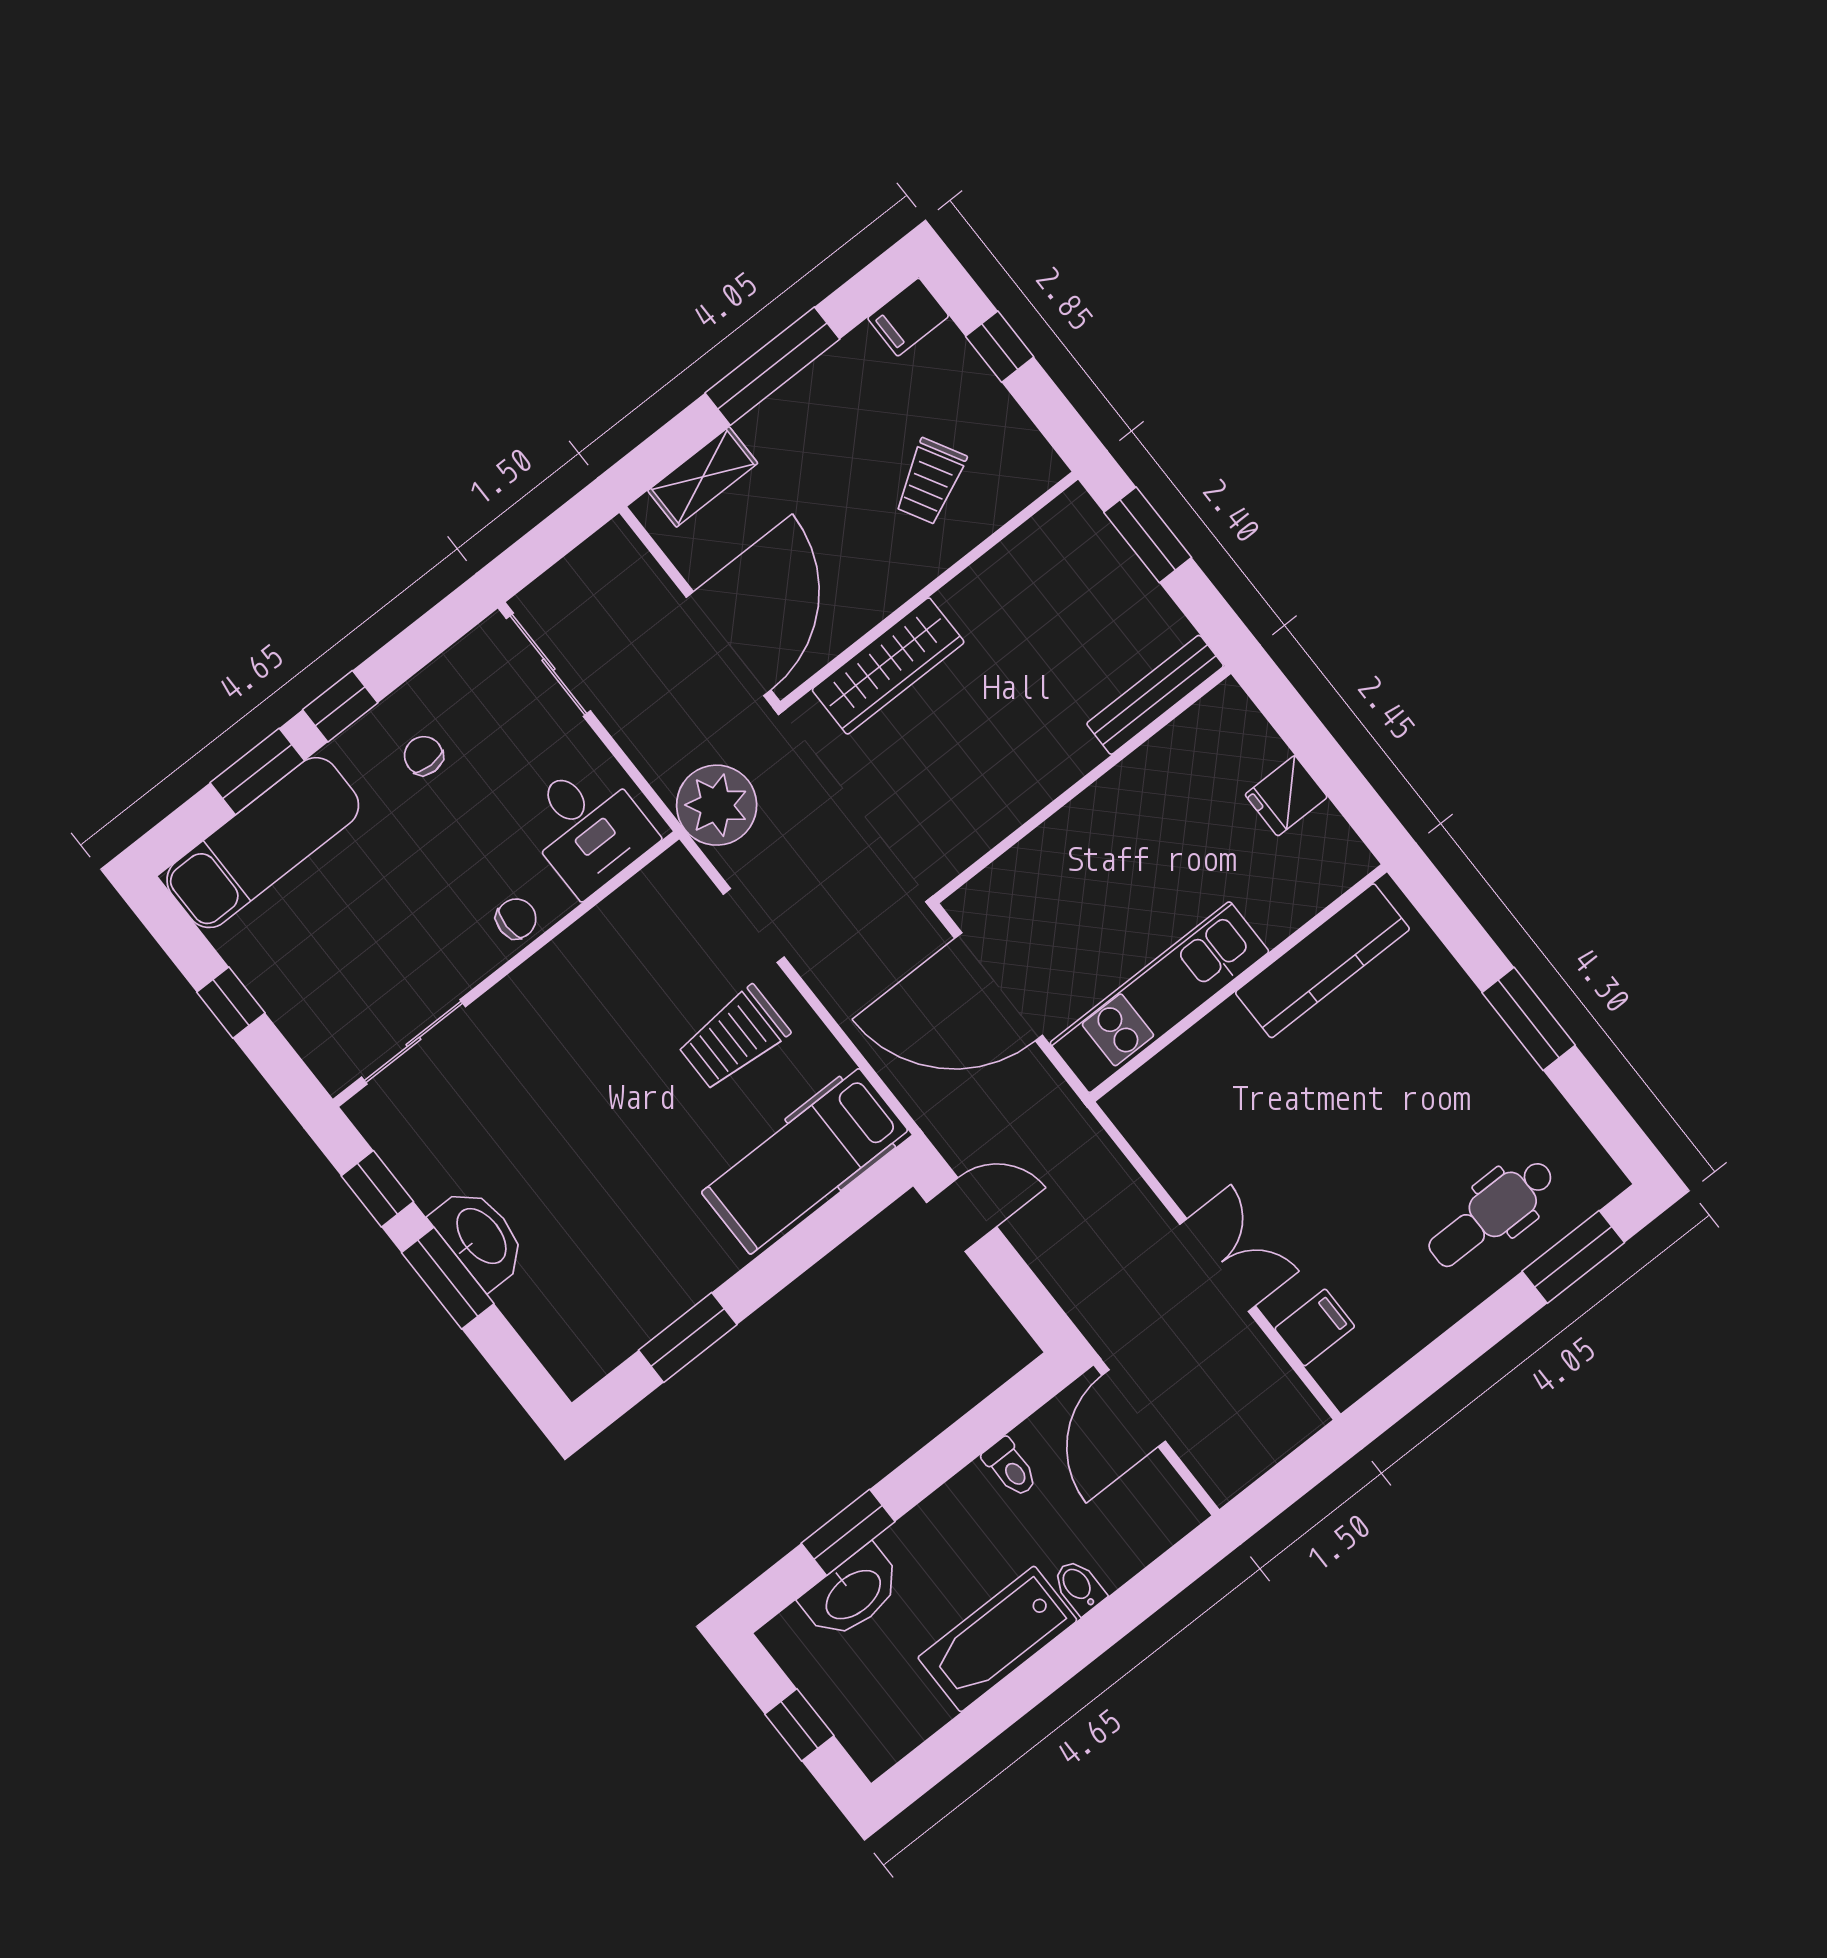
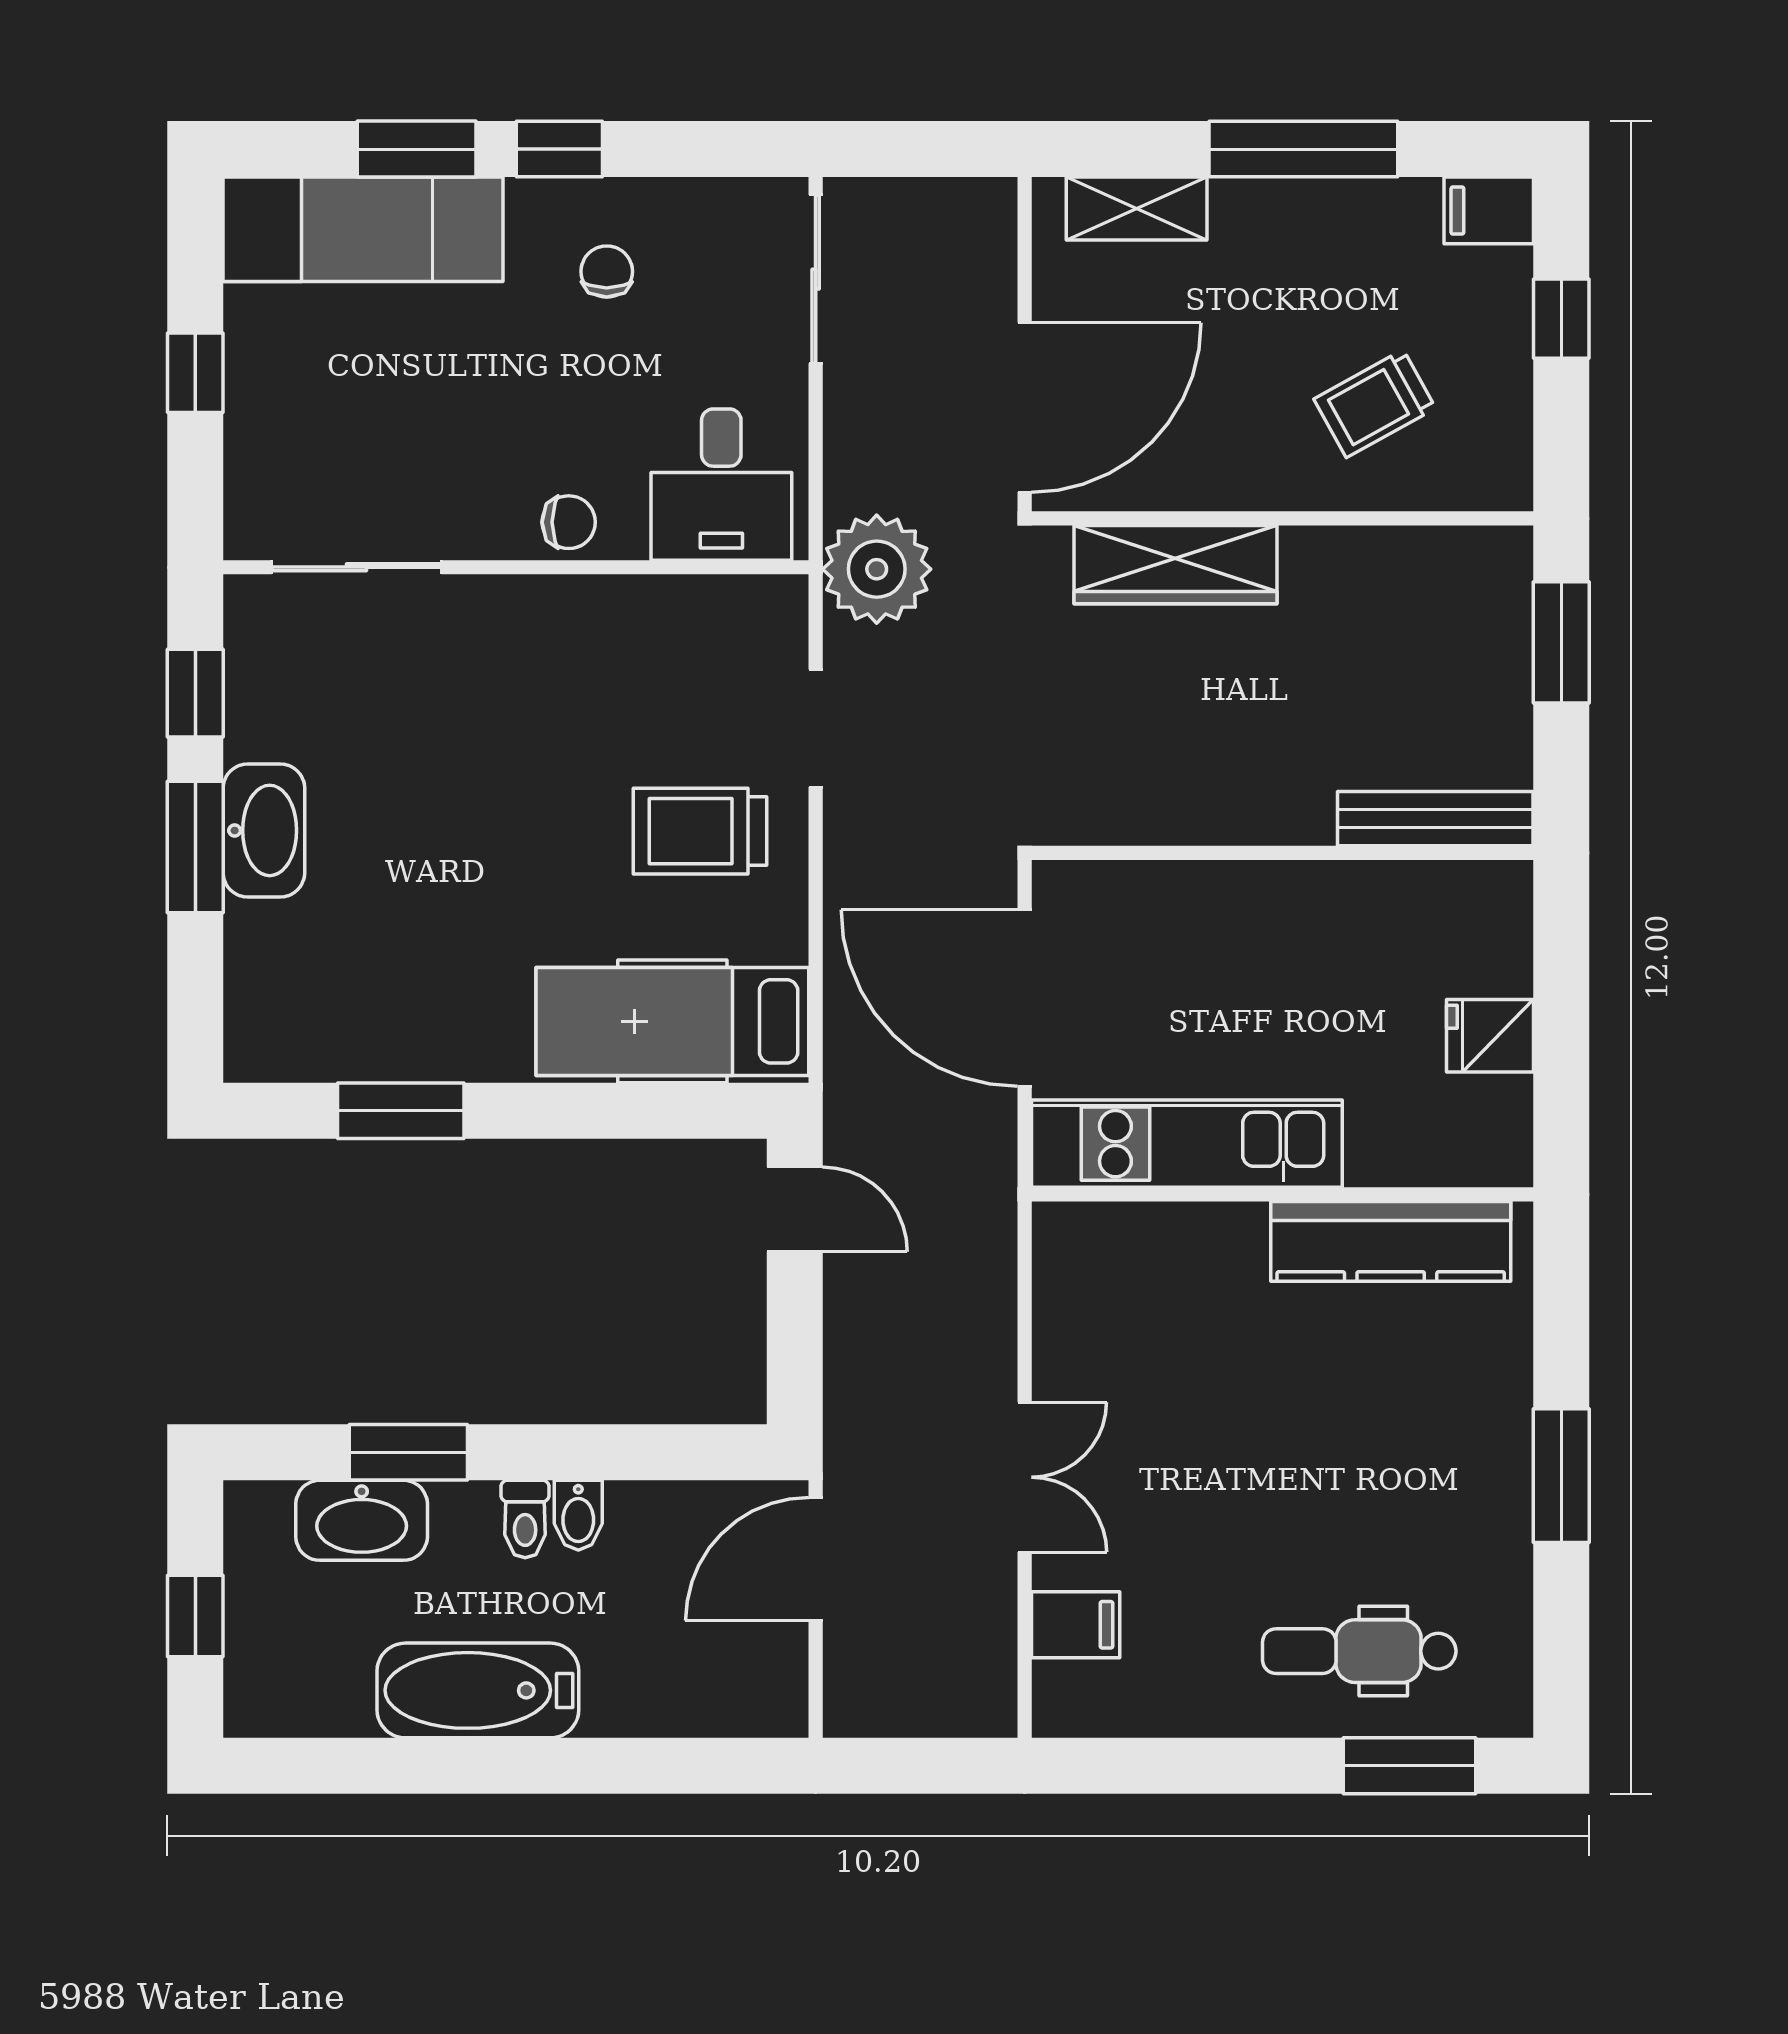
toilet: (1010, 1468) -> (525, 1519), moved
bidet: (1079, 1587) -> (578, 1515), moved, turned 180

